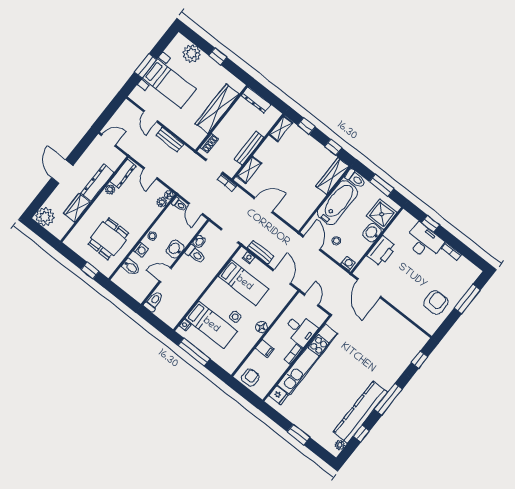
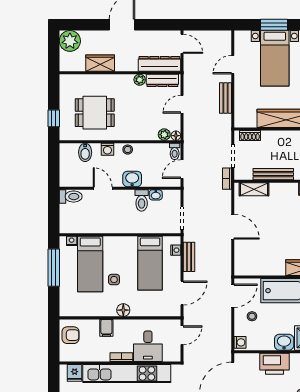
dresser: (97, 183) -> (159, 64), moved

